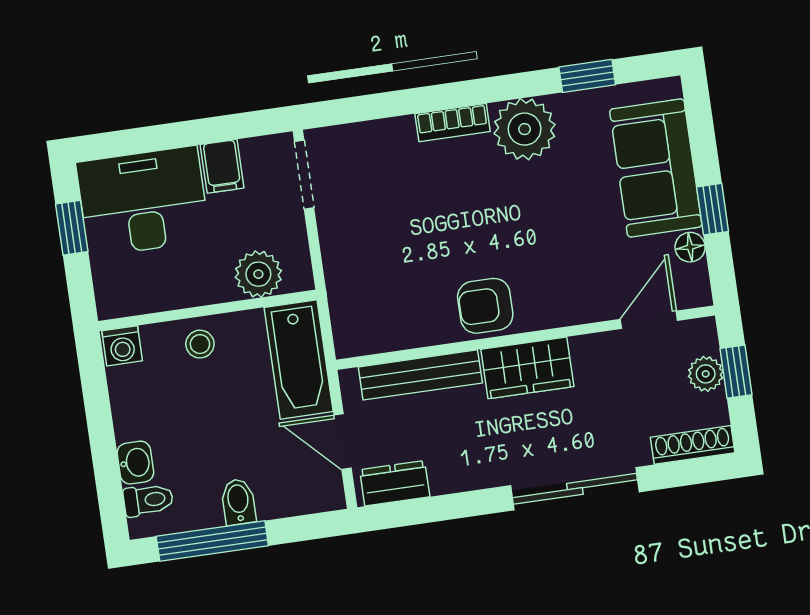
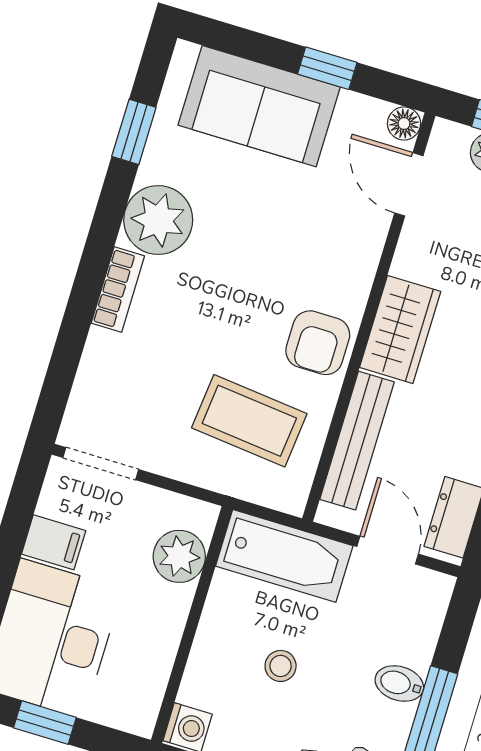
floor lamp: (690, 247) -> (404, 124), moved
coffee table: (396, 280) -> (249, 421), added
stool: (200, 344) -> (281, 666), moved
door: (343, 442) -> (388, 550), swing flipped

